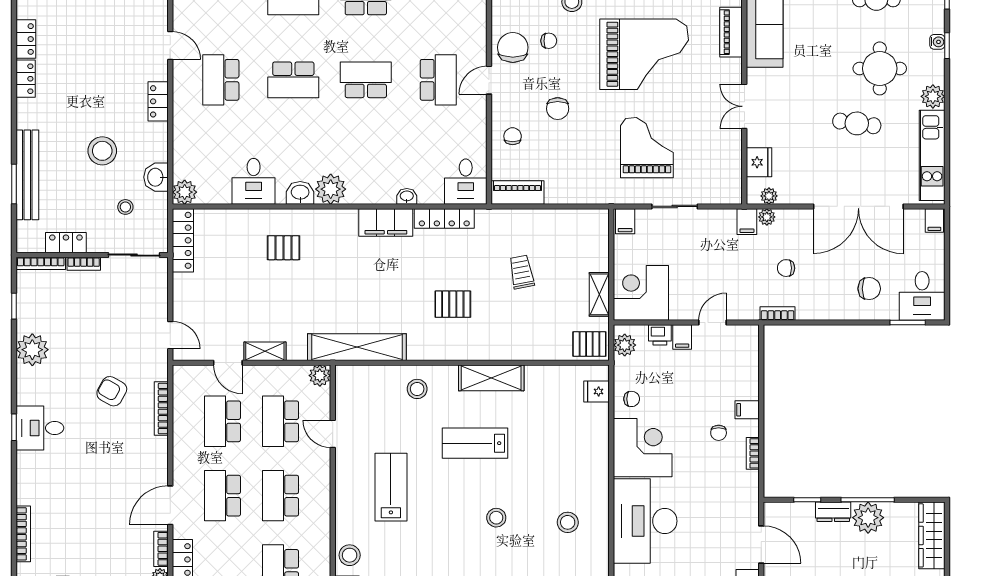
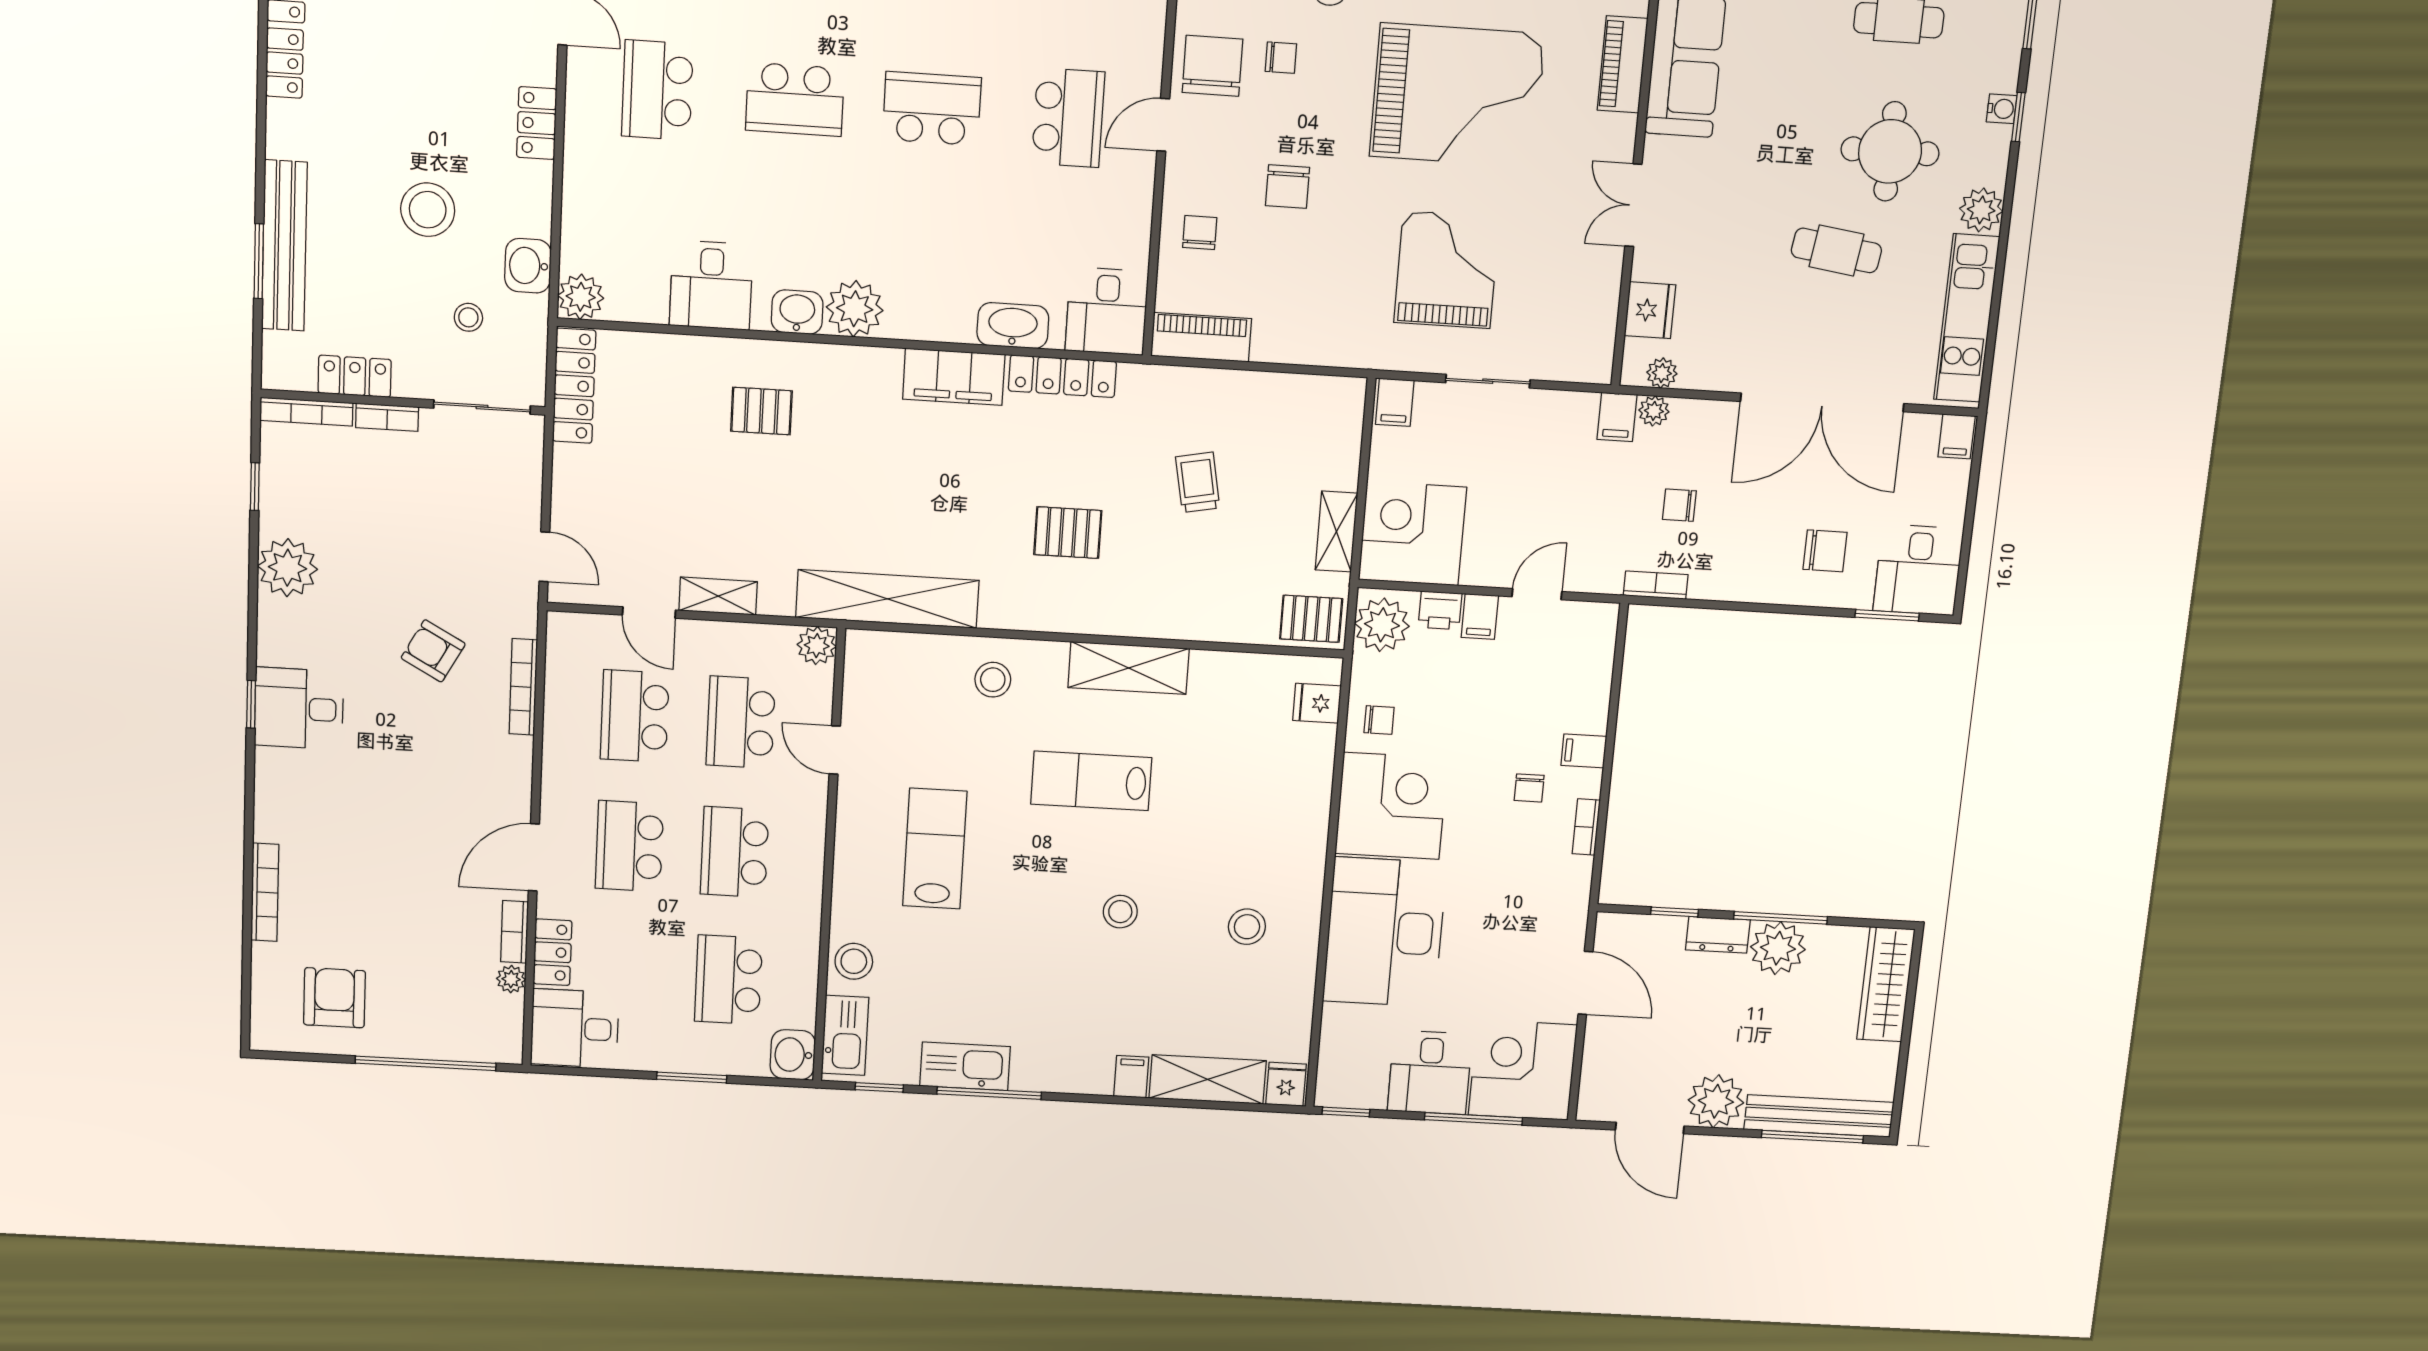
washbasin: (407, 196) -> (1013, 326), width x1.91, depth x1.45
plant: (625, 345) -> (1382, 625), width x1.36, depth x1.36

